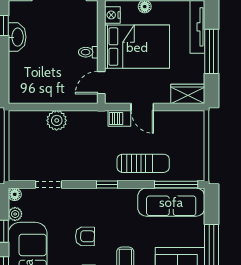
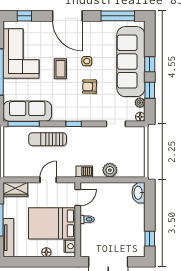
washbasin: (17, 37) -> (138, 193), moved
door: (142, 107) -> (48, 180), hinge flipped
barbecue: (119, 118) -> (84, 172), moved

